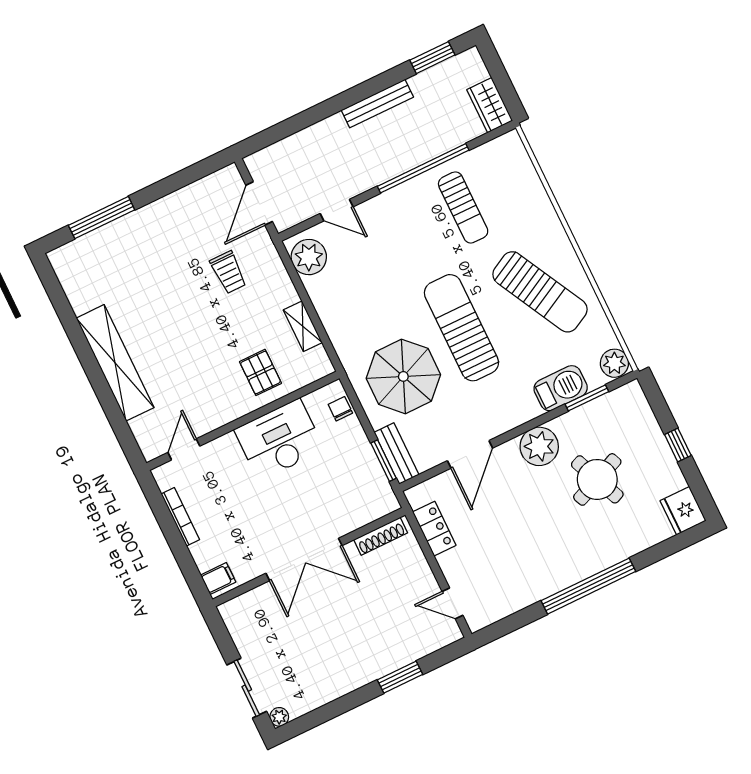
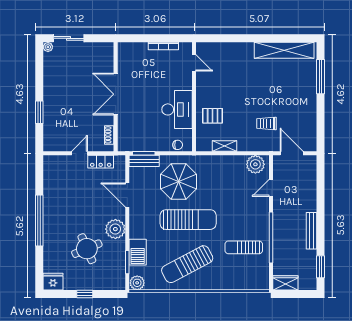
shelving: (115, 363) -> (284, 50), moved
shoe rack: (381, 536) -> (109, 135), width x0.70
filing cabinet: (218, 579) -> (126, 50), removed
door: (452, 603) -> (79, 153), moved

